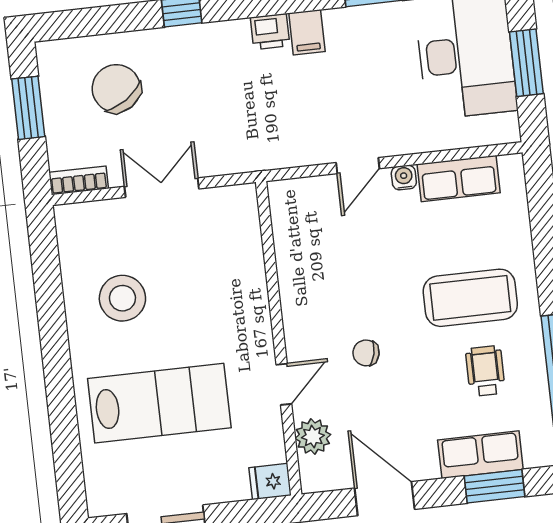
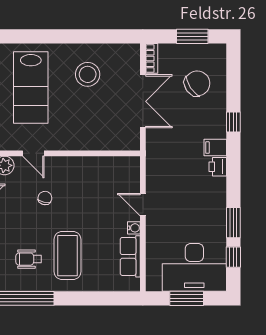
filing cabinet: (307, 32) -> (215, 148), moved
double door: (162, 188) -> (143, 101), width x1.37
wheelchair: (485, 371) -> (29, 259), turned 180

